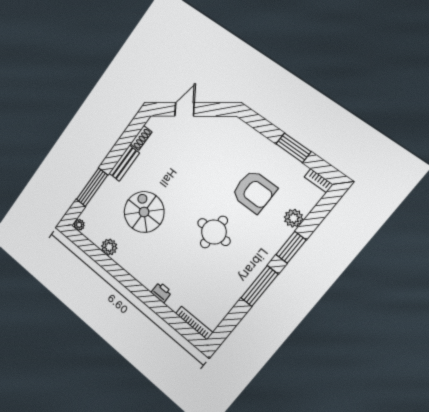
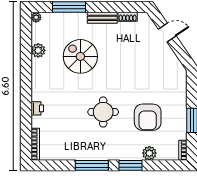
spiral stairs: (144, 212) -> (80, 56), turned -90

